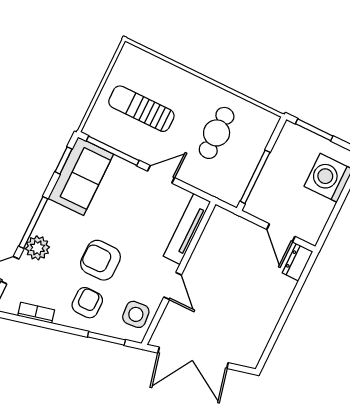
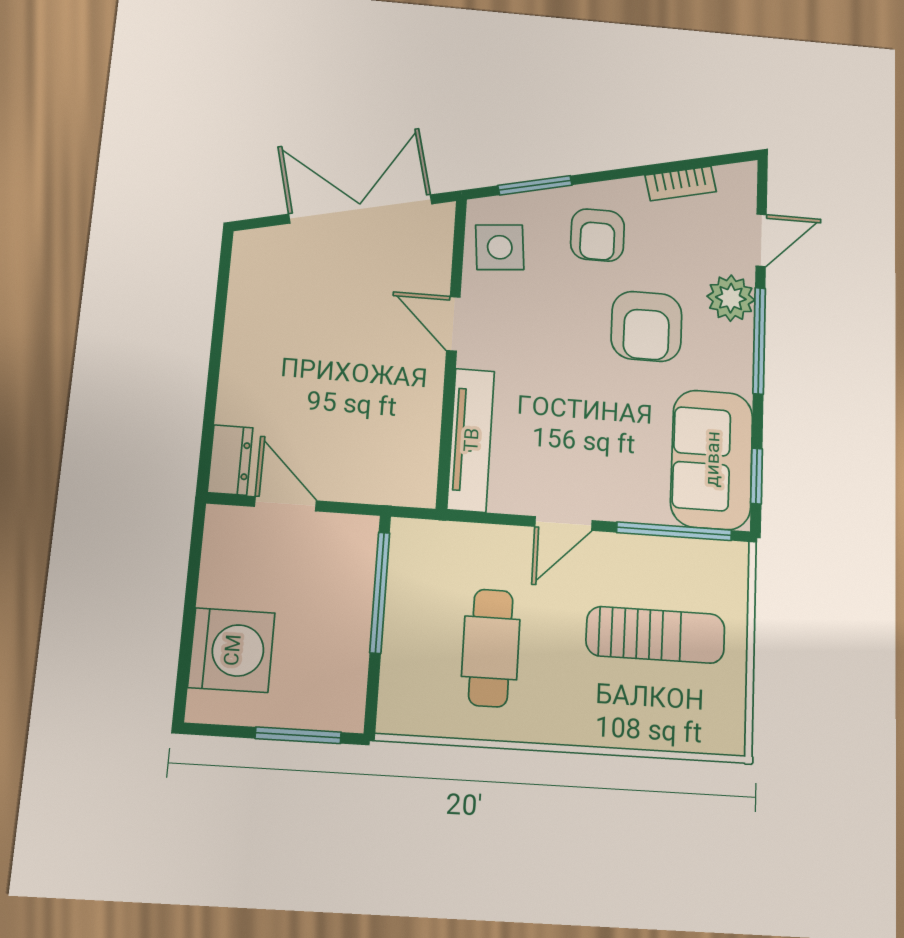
armchair: (100, 260) -> (646, 326), moved, turned 90

